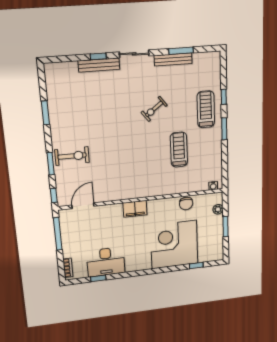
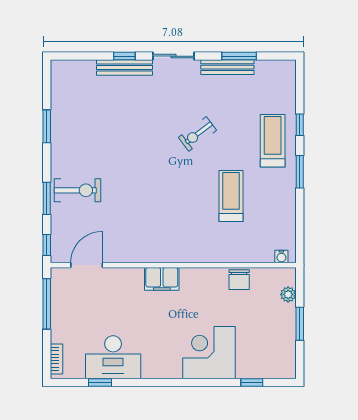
corner desk: (174, 245) -> (209, 353), width x0.74, depth x0.74

